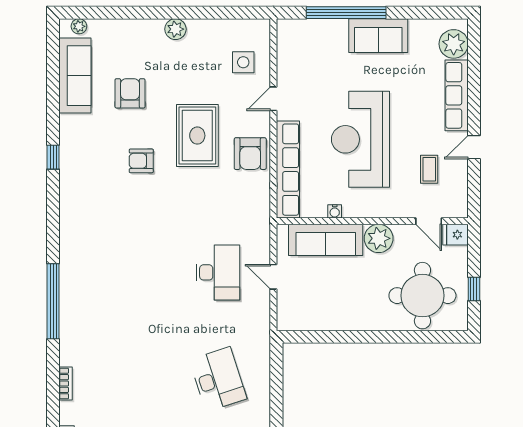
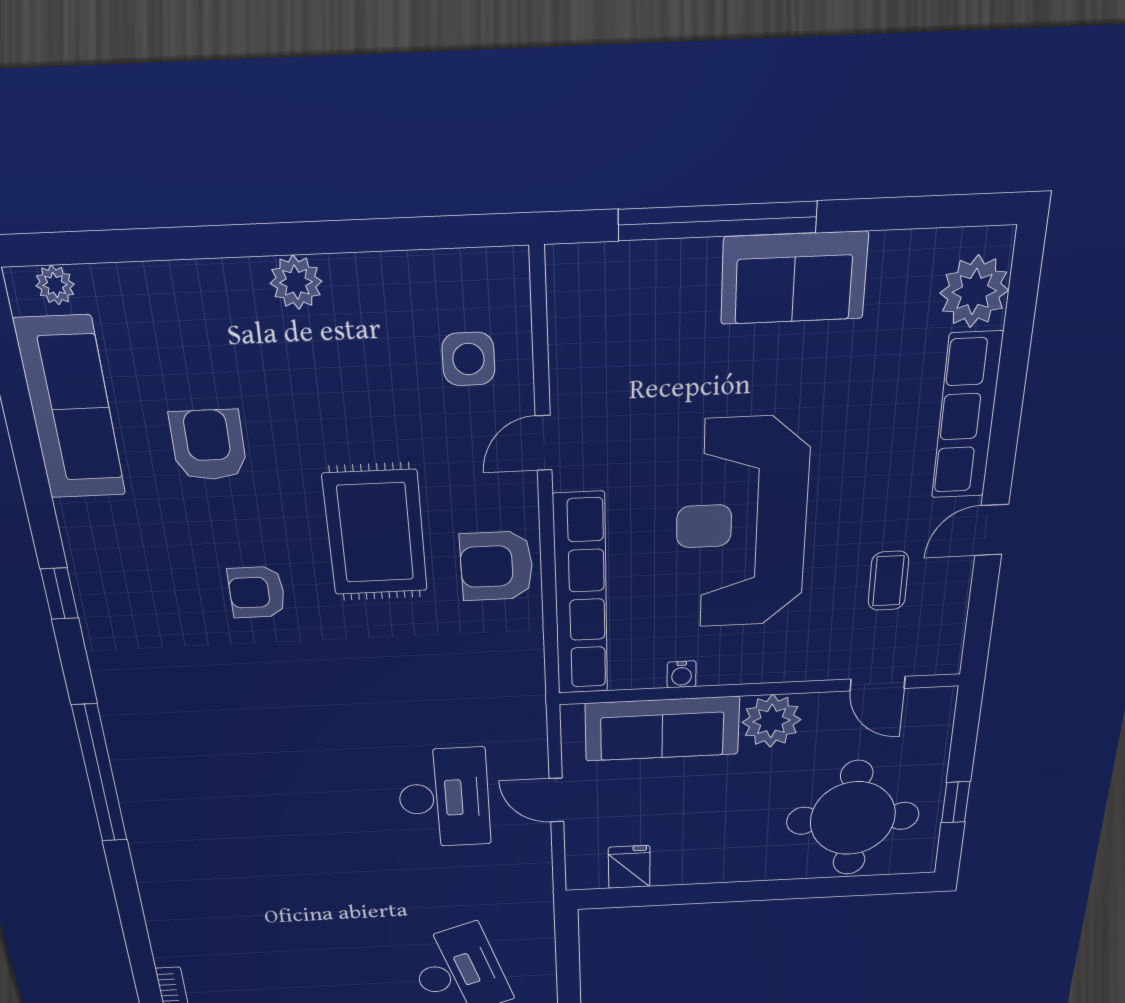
armchair: (250, 154) -> (497, 566), turned 90
fridge: (455, 235) -> (629, 867), moved, turned 90
window: (53, 301) -> (100, 774), moved

